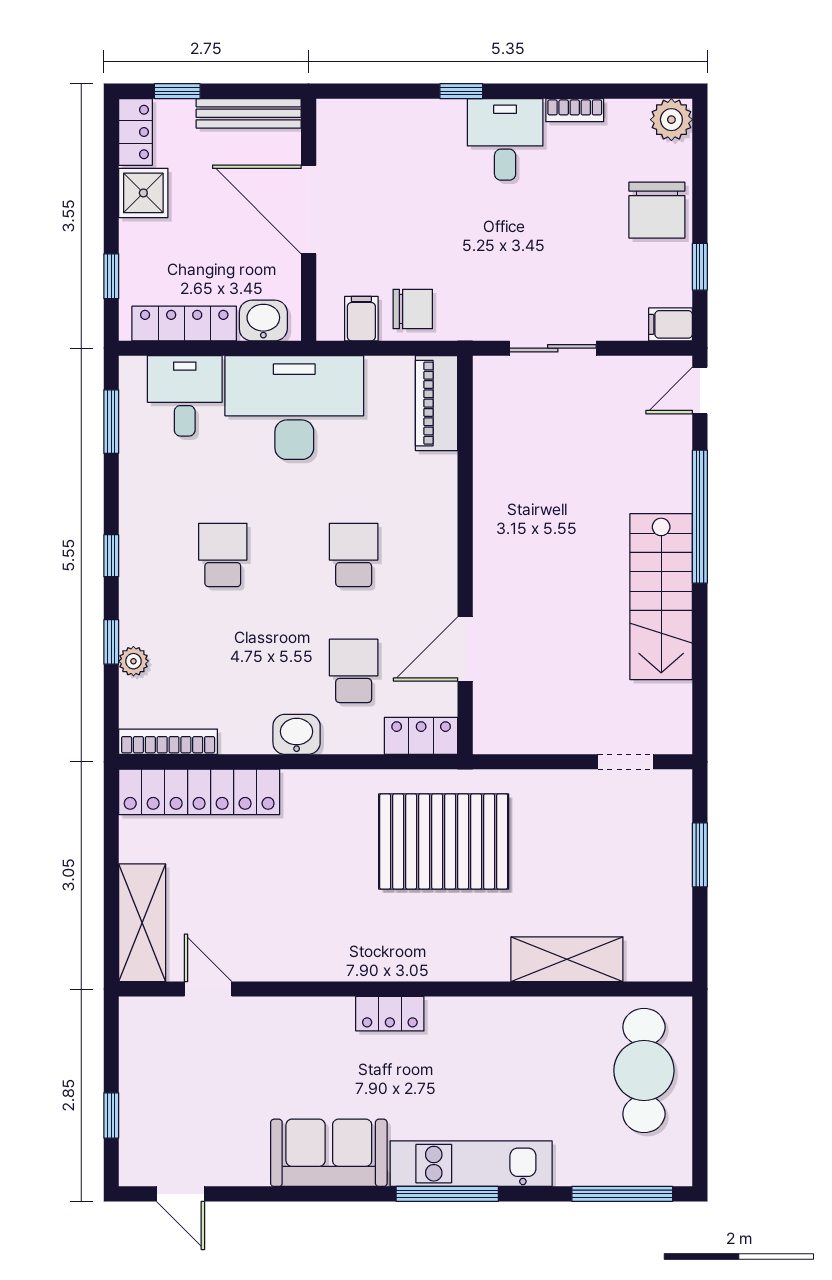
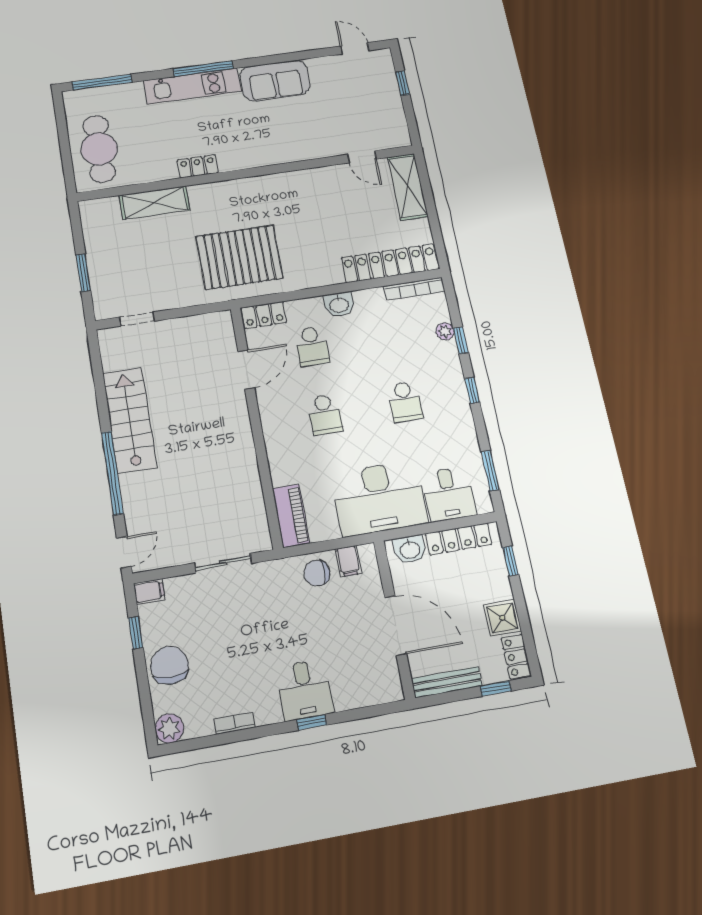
desk: (505, 139) -> (305, 690), moved
locker: (390, 1014) -> (198, 166), moved

